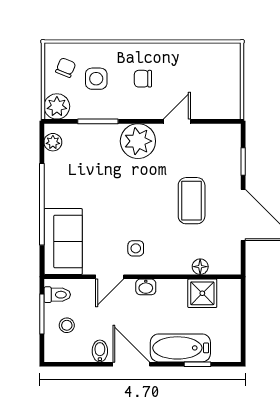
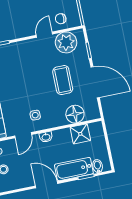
chair: (143, 79) -> (61, 19), moved
plant: (138, 141) -> (66, 42), moved
floor lamp: (200, 267) -> (75, 114), width x1.89, depth x1.89
bidet: (100, 351) -> (98, 166), moved

